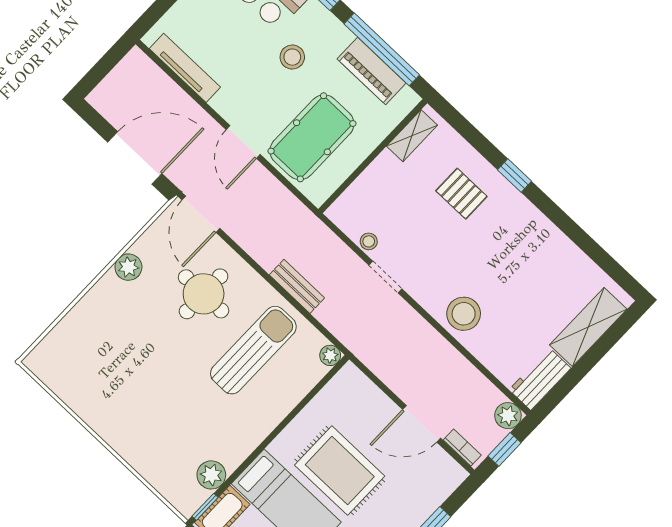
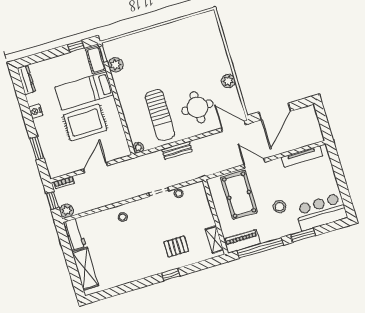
piano: (372, 71) -> (242, 241), moved
stool: (464, 314) -> (123, 217), width x0.53, depth x0.53
door: (422, 424) -> (96, 167), moved

